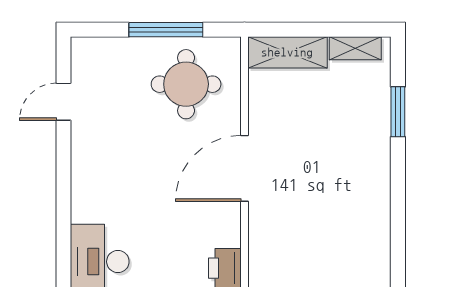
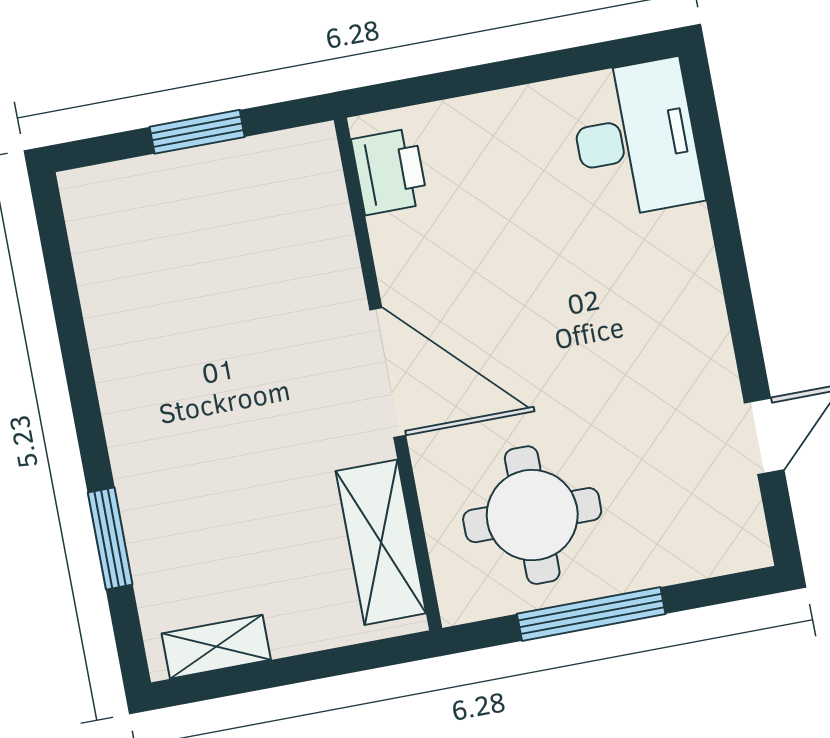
shelving: (287, 52) -> (381, 542), moved, turned 90
door: (245, 168) -> (388, 373), hinge flipped

